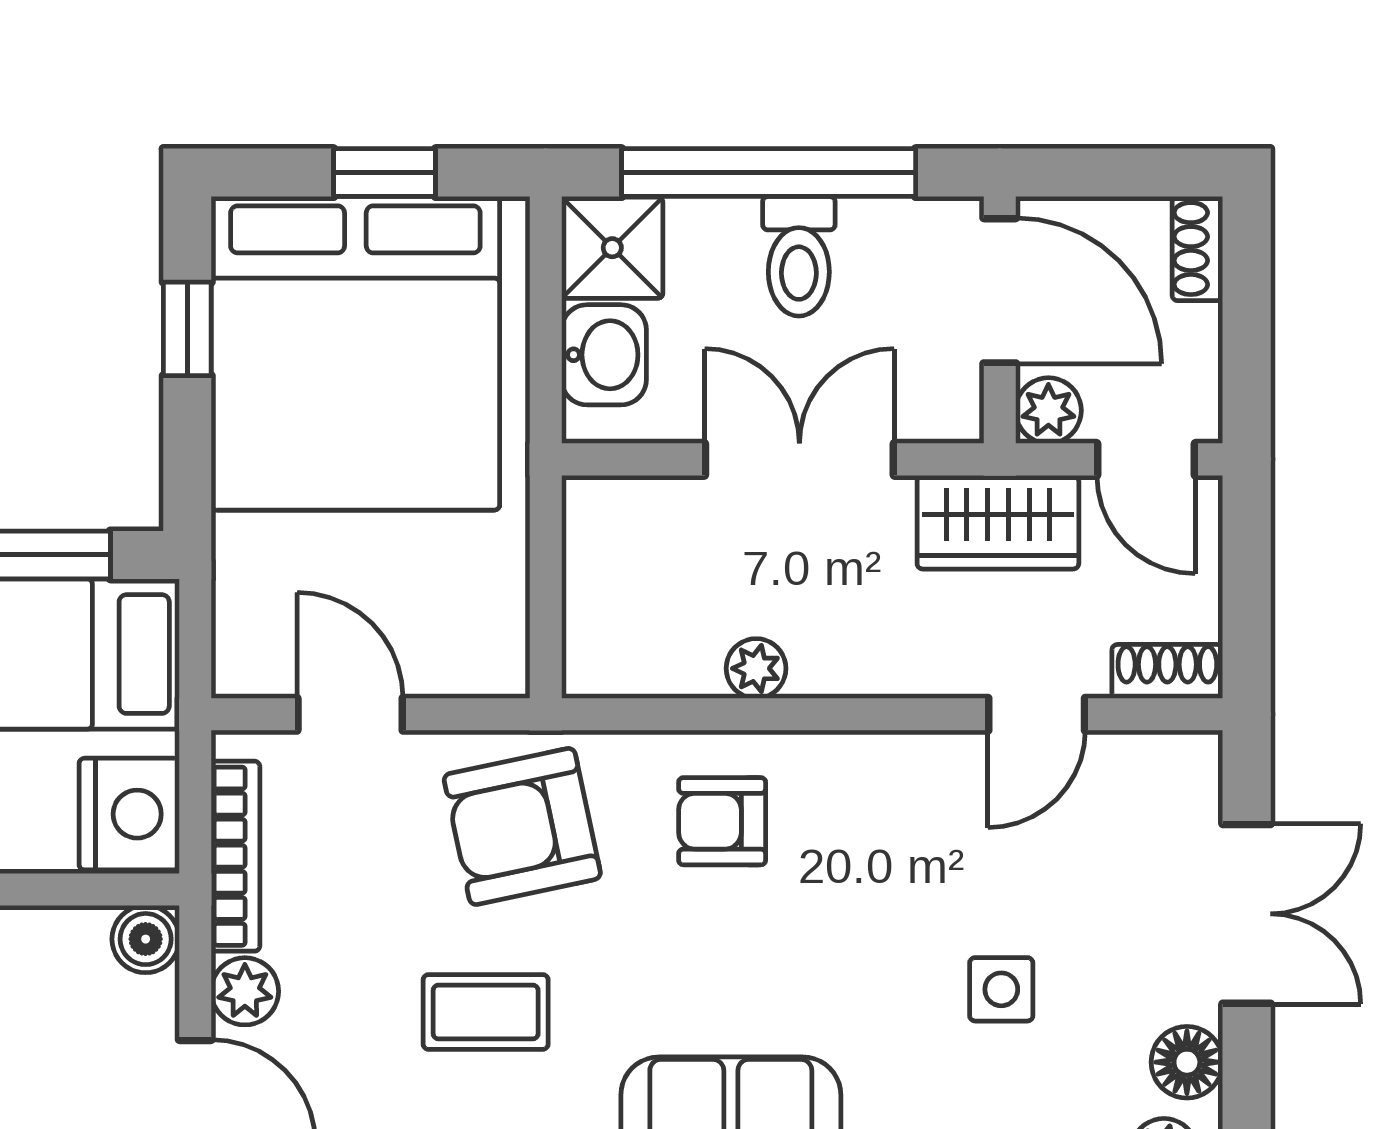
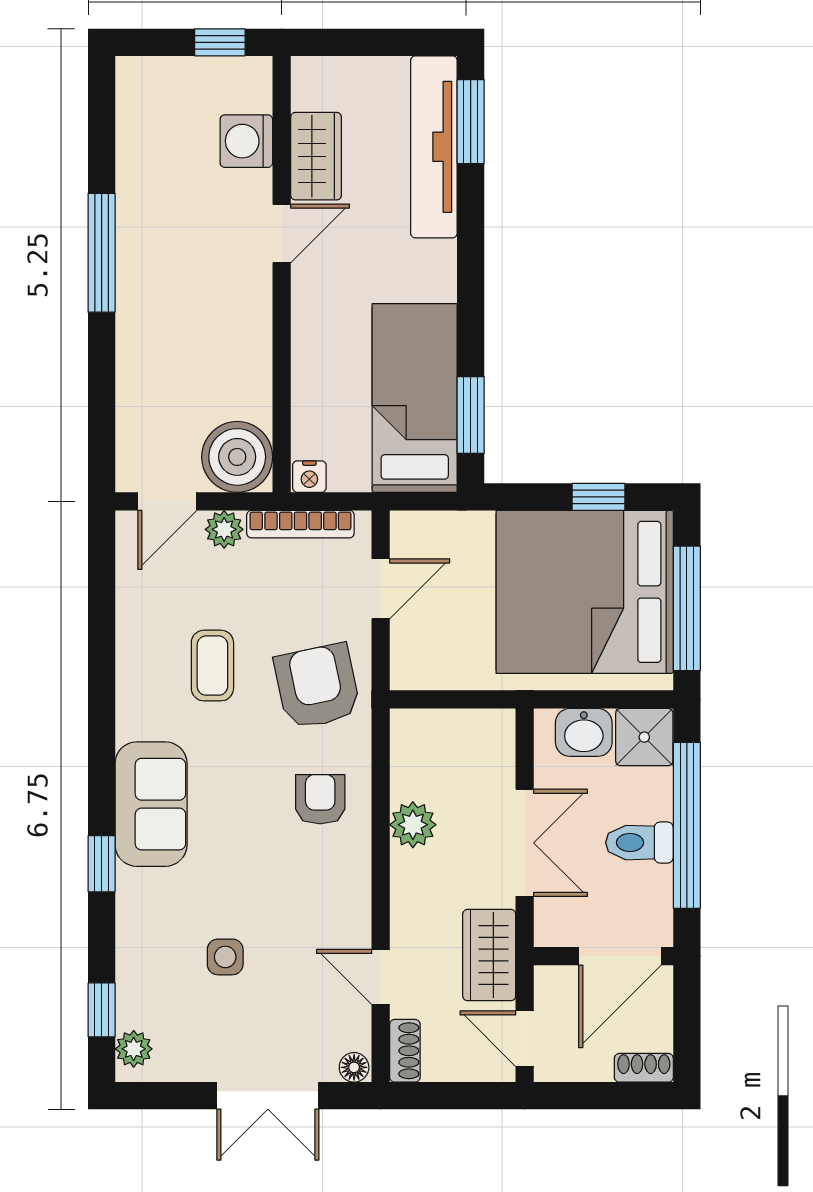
window: (385, 173) -> (687, 608), width x2.17
plant: (1048, 411) -> (552, 984), removed
door: (1146, 459) -> (525, 1039), hinge flipped
plant: (756, 668) -> (413, 825), width x1.38, depth x1.38
nightstand: (129, 814) -> (309, 477), width x0.53, depth x0.56
boiler: (146, 939) -> (237, 457), width x1.86, depth x1.86
floor lamp: (1187, 1062) -> (354, 1067), moved, width x0.73, depth x0.73

